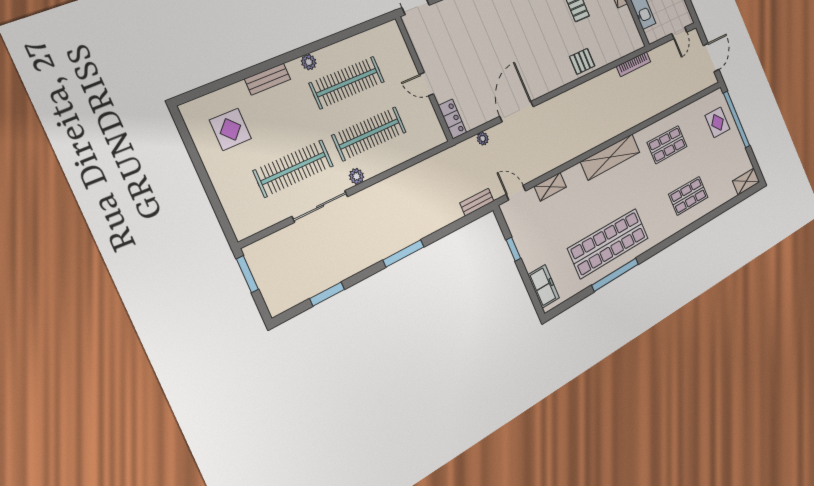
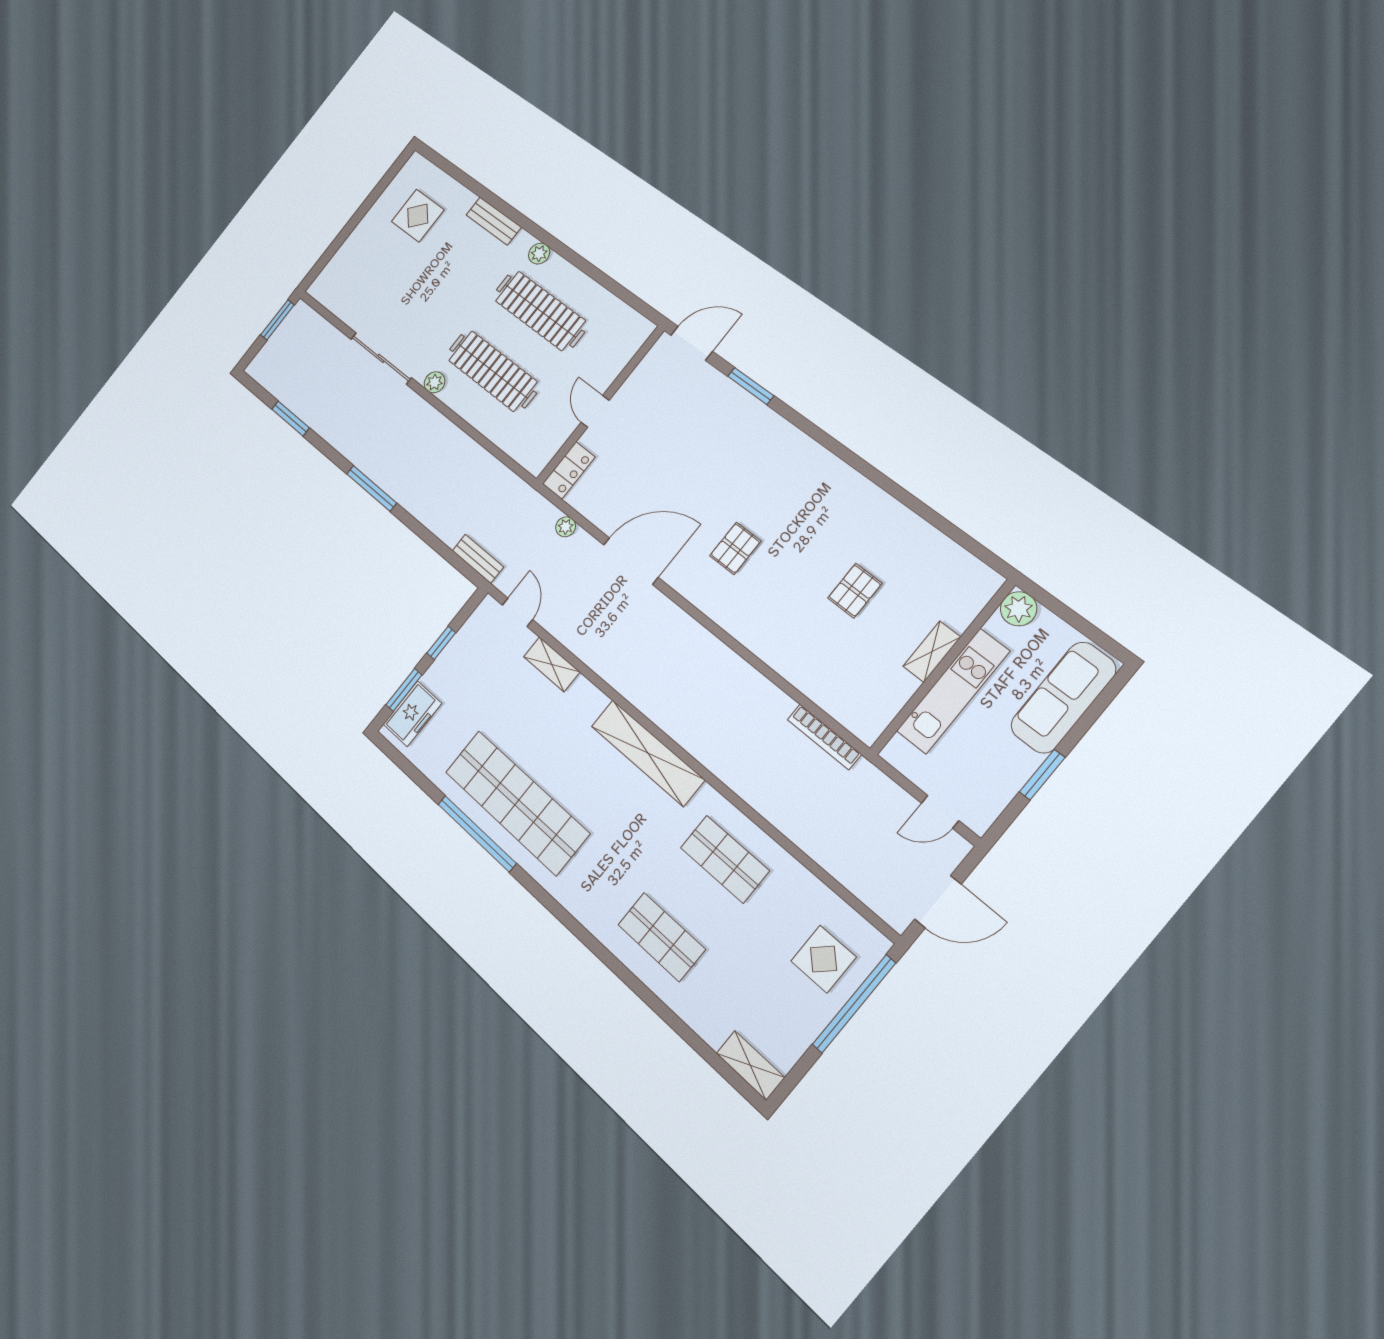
pallet: (582, 61) -> (735, 548), moved, turned 90
clothes rail: (294, 168) -> (409, 305), removed
window: (529, 286) -> (404, 690), added

